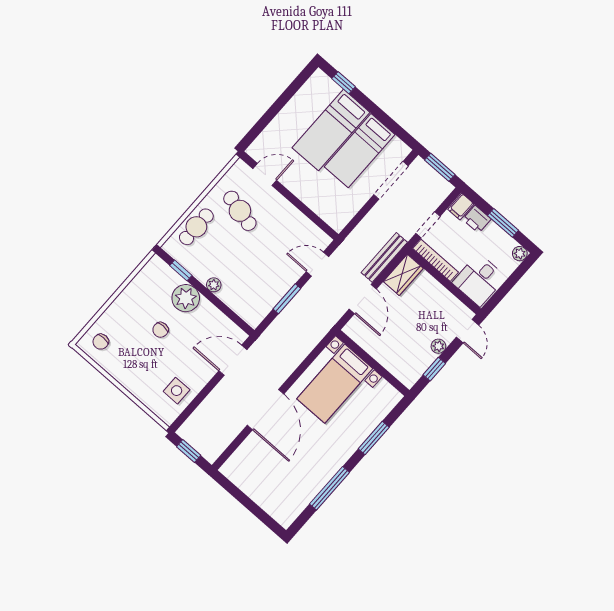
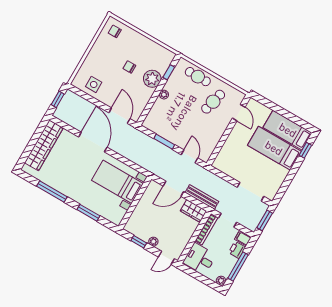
bed: (360, 151) -> (288, 130), moved
window: (503, 223) -> (238, 267), width x1.44
door: (266, 410) -> (93, 142), swing flipped
wardrobe: (256, 486) -> (44, 145), added

